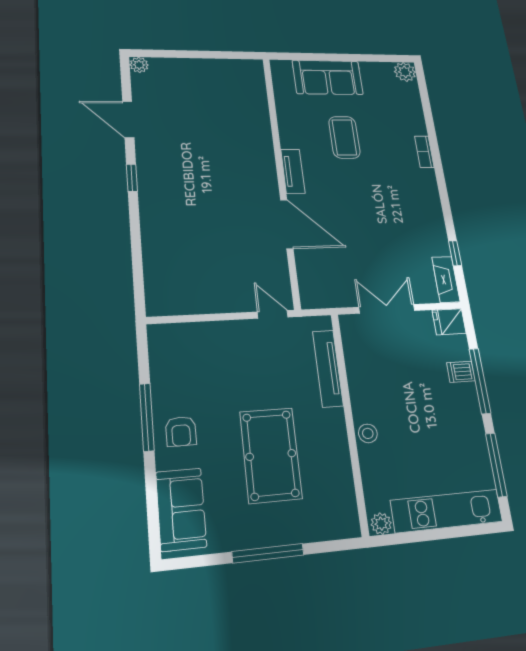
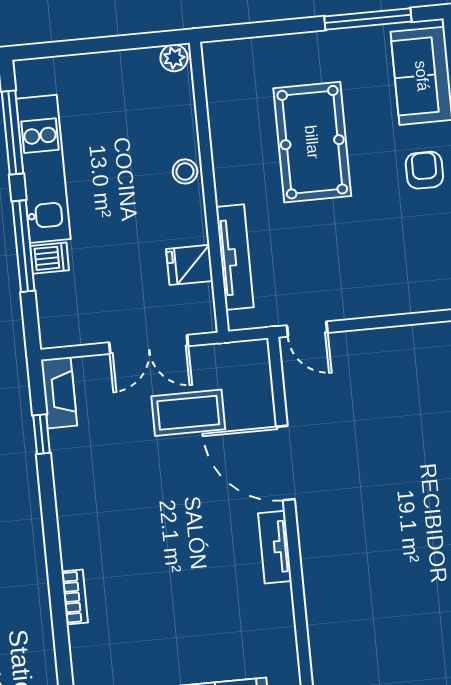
coffee table: (344, 137) -> (188, 413), moved, turned 90
fridge: (449, 322) -> (190, 265), moved, turned 180
kitchen unit: (447, 511) -> (43, 169), moved, turned -90
window: (268, 553) -> (368, 19), moved

